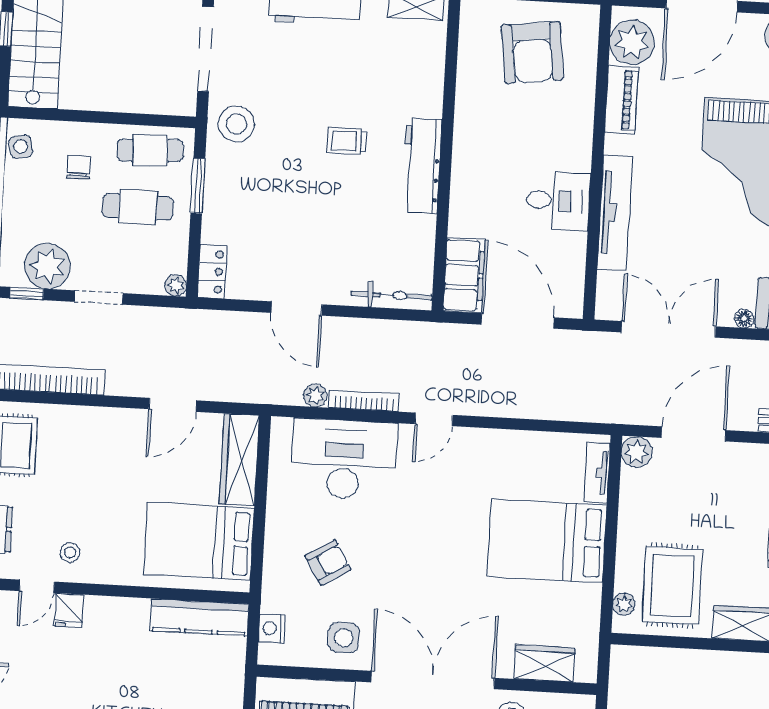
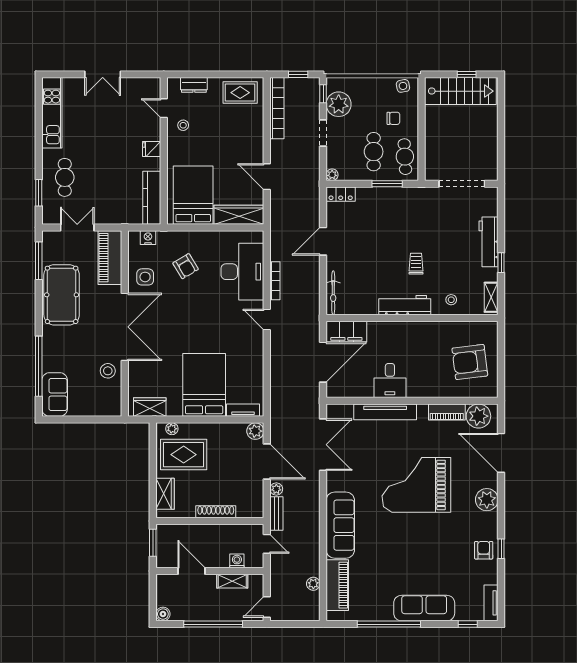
stool: (236, 124) -> (451, 300), moved, width x0.53, depth x0.53
floor lamp: (744, 318) -> (331, 486), removed
plant: (315, 396) -> (276, 489), moved
fridge: (69, 610) -> (152, 149), moved
wardrobe: (544, 663) -> (150, 407), moved, turned -90

